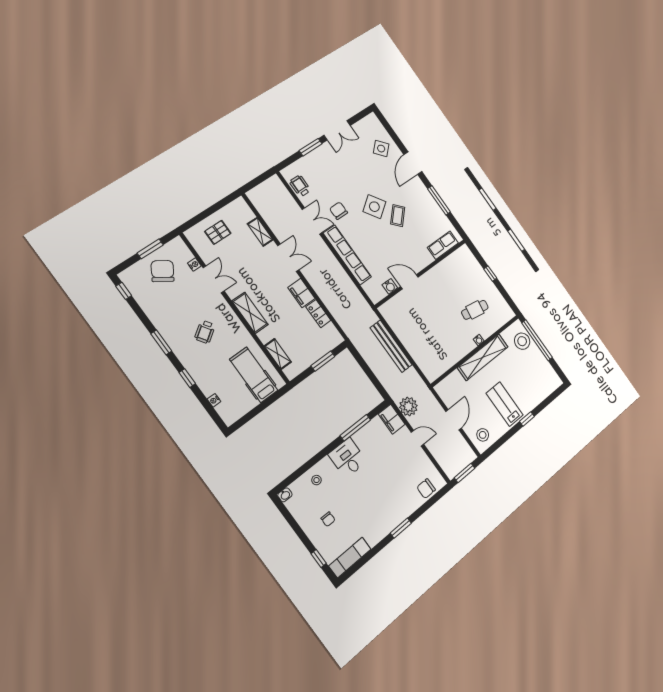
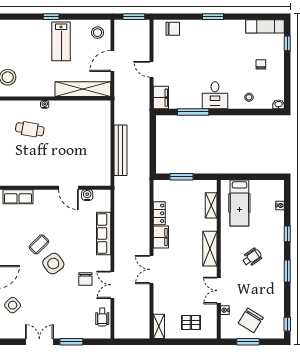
shelving: (260, 232) -> (159, 326), moved
row of seats: (347, 255) -> (104, 233), width x0.73
shelving: (483, 357) -> (83, 89), moved
plant: (408, 407) -> (141, 97), removed

